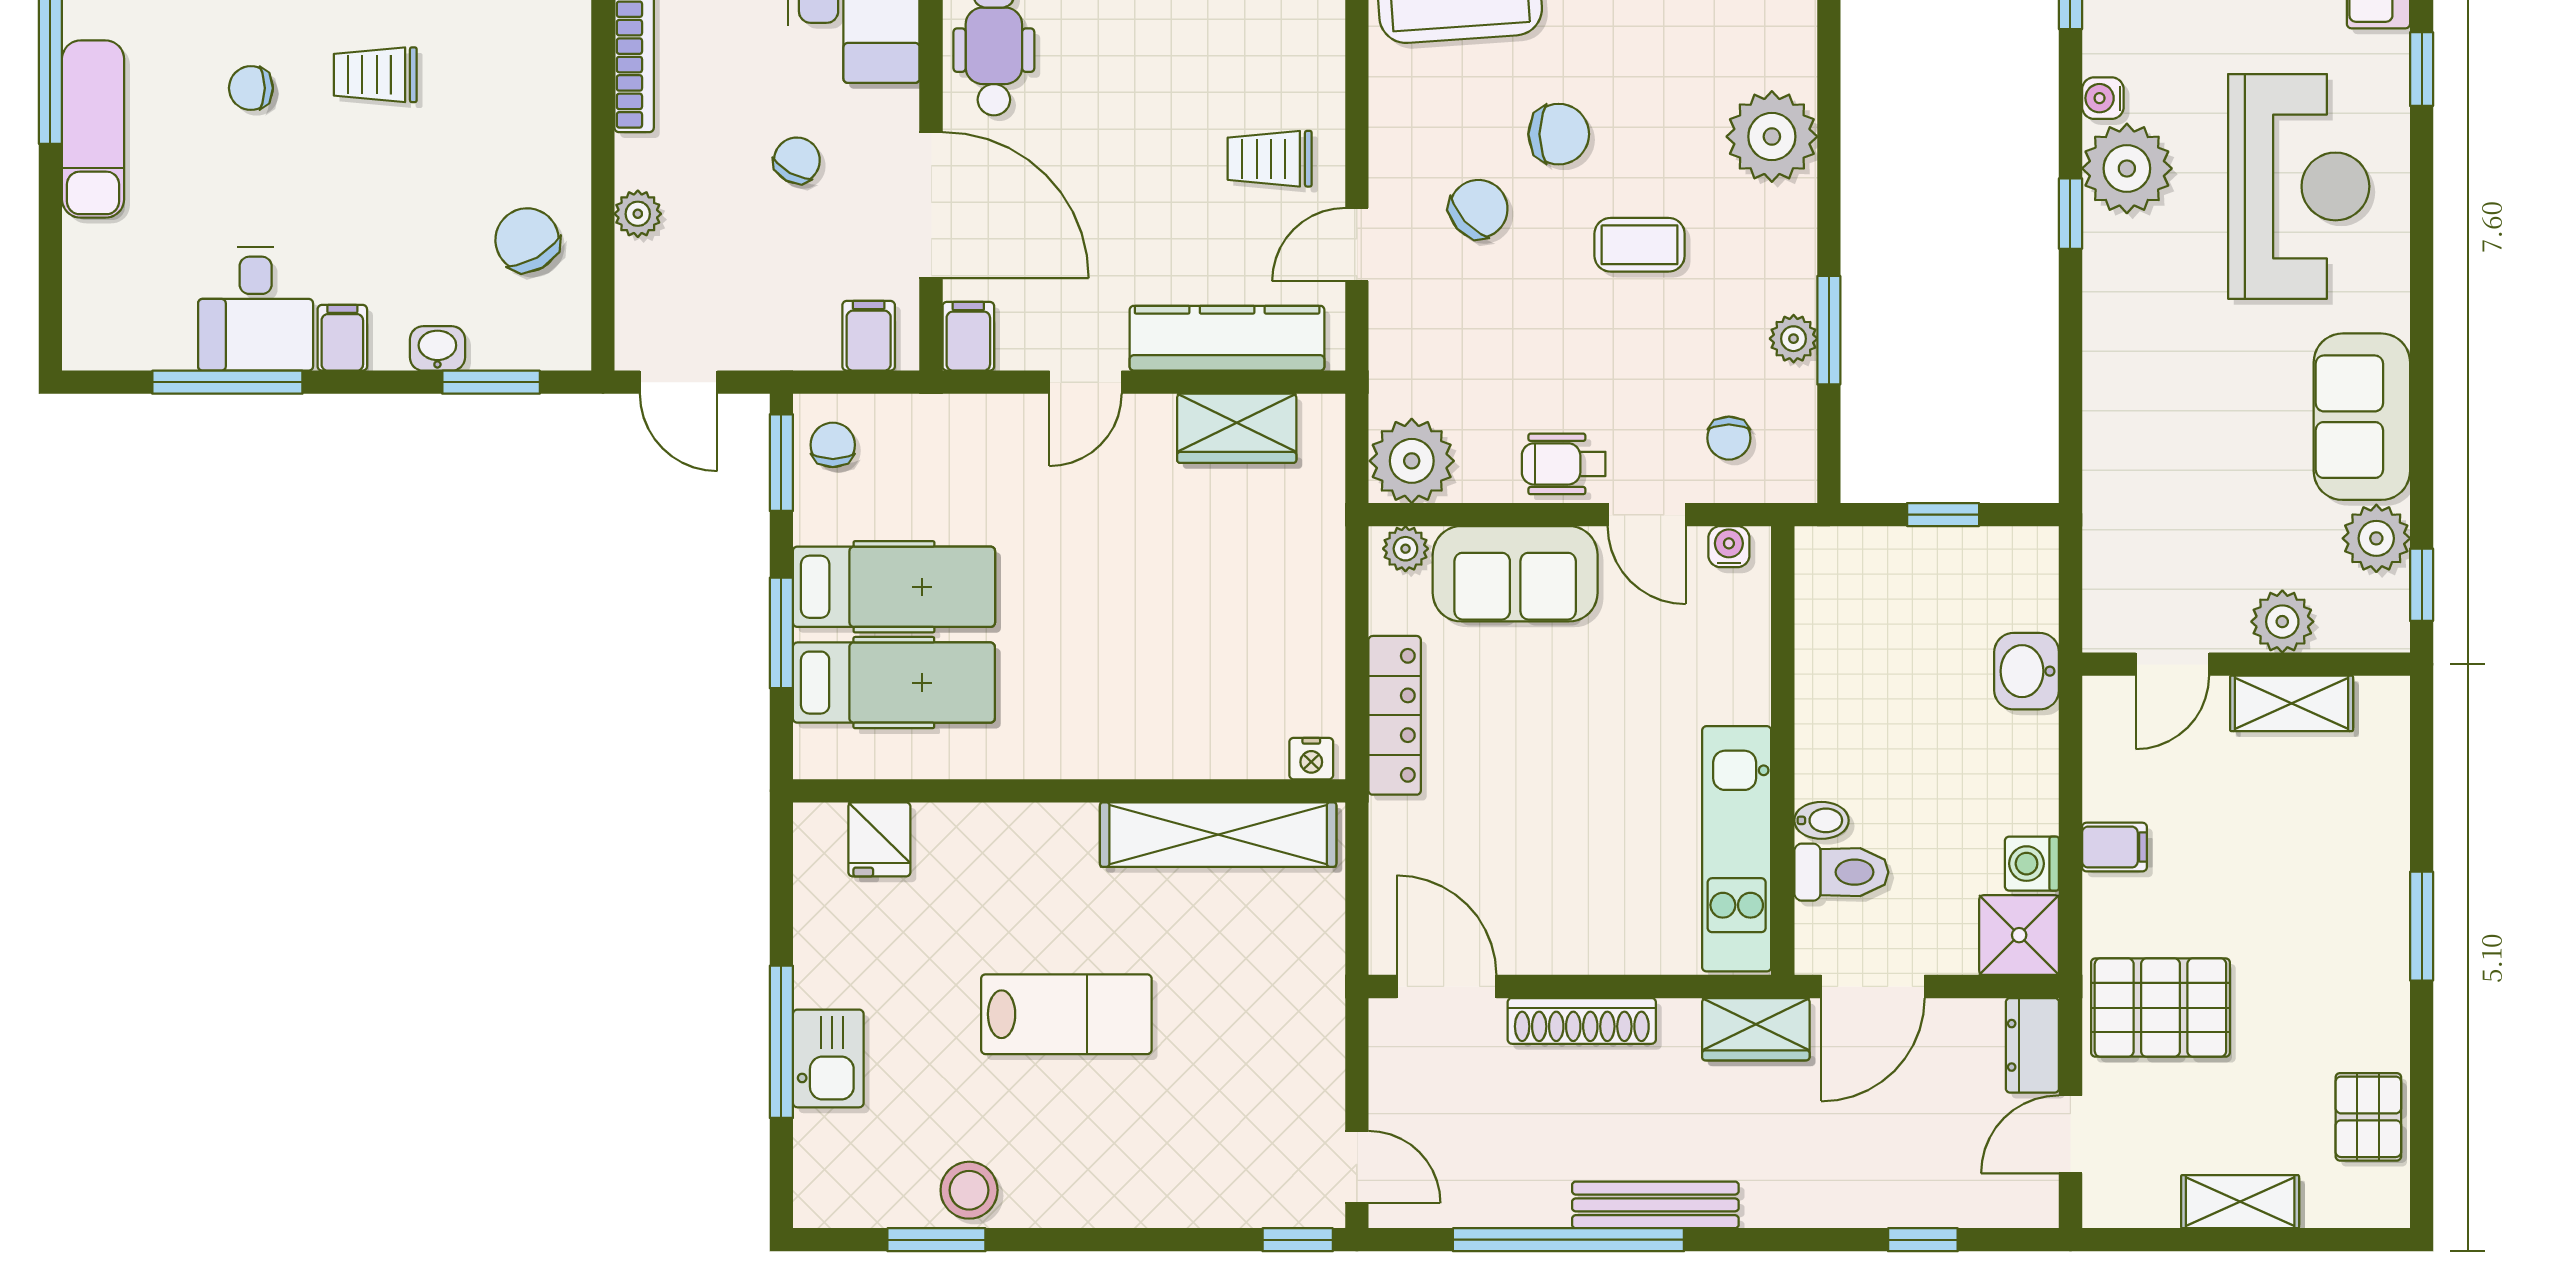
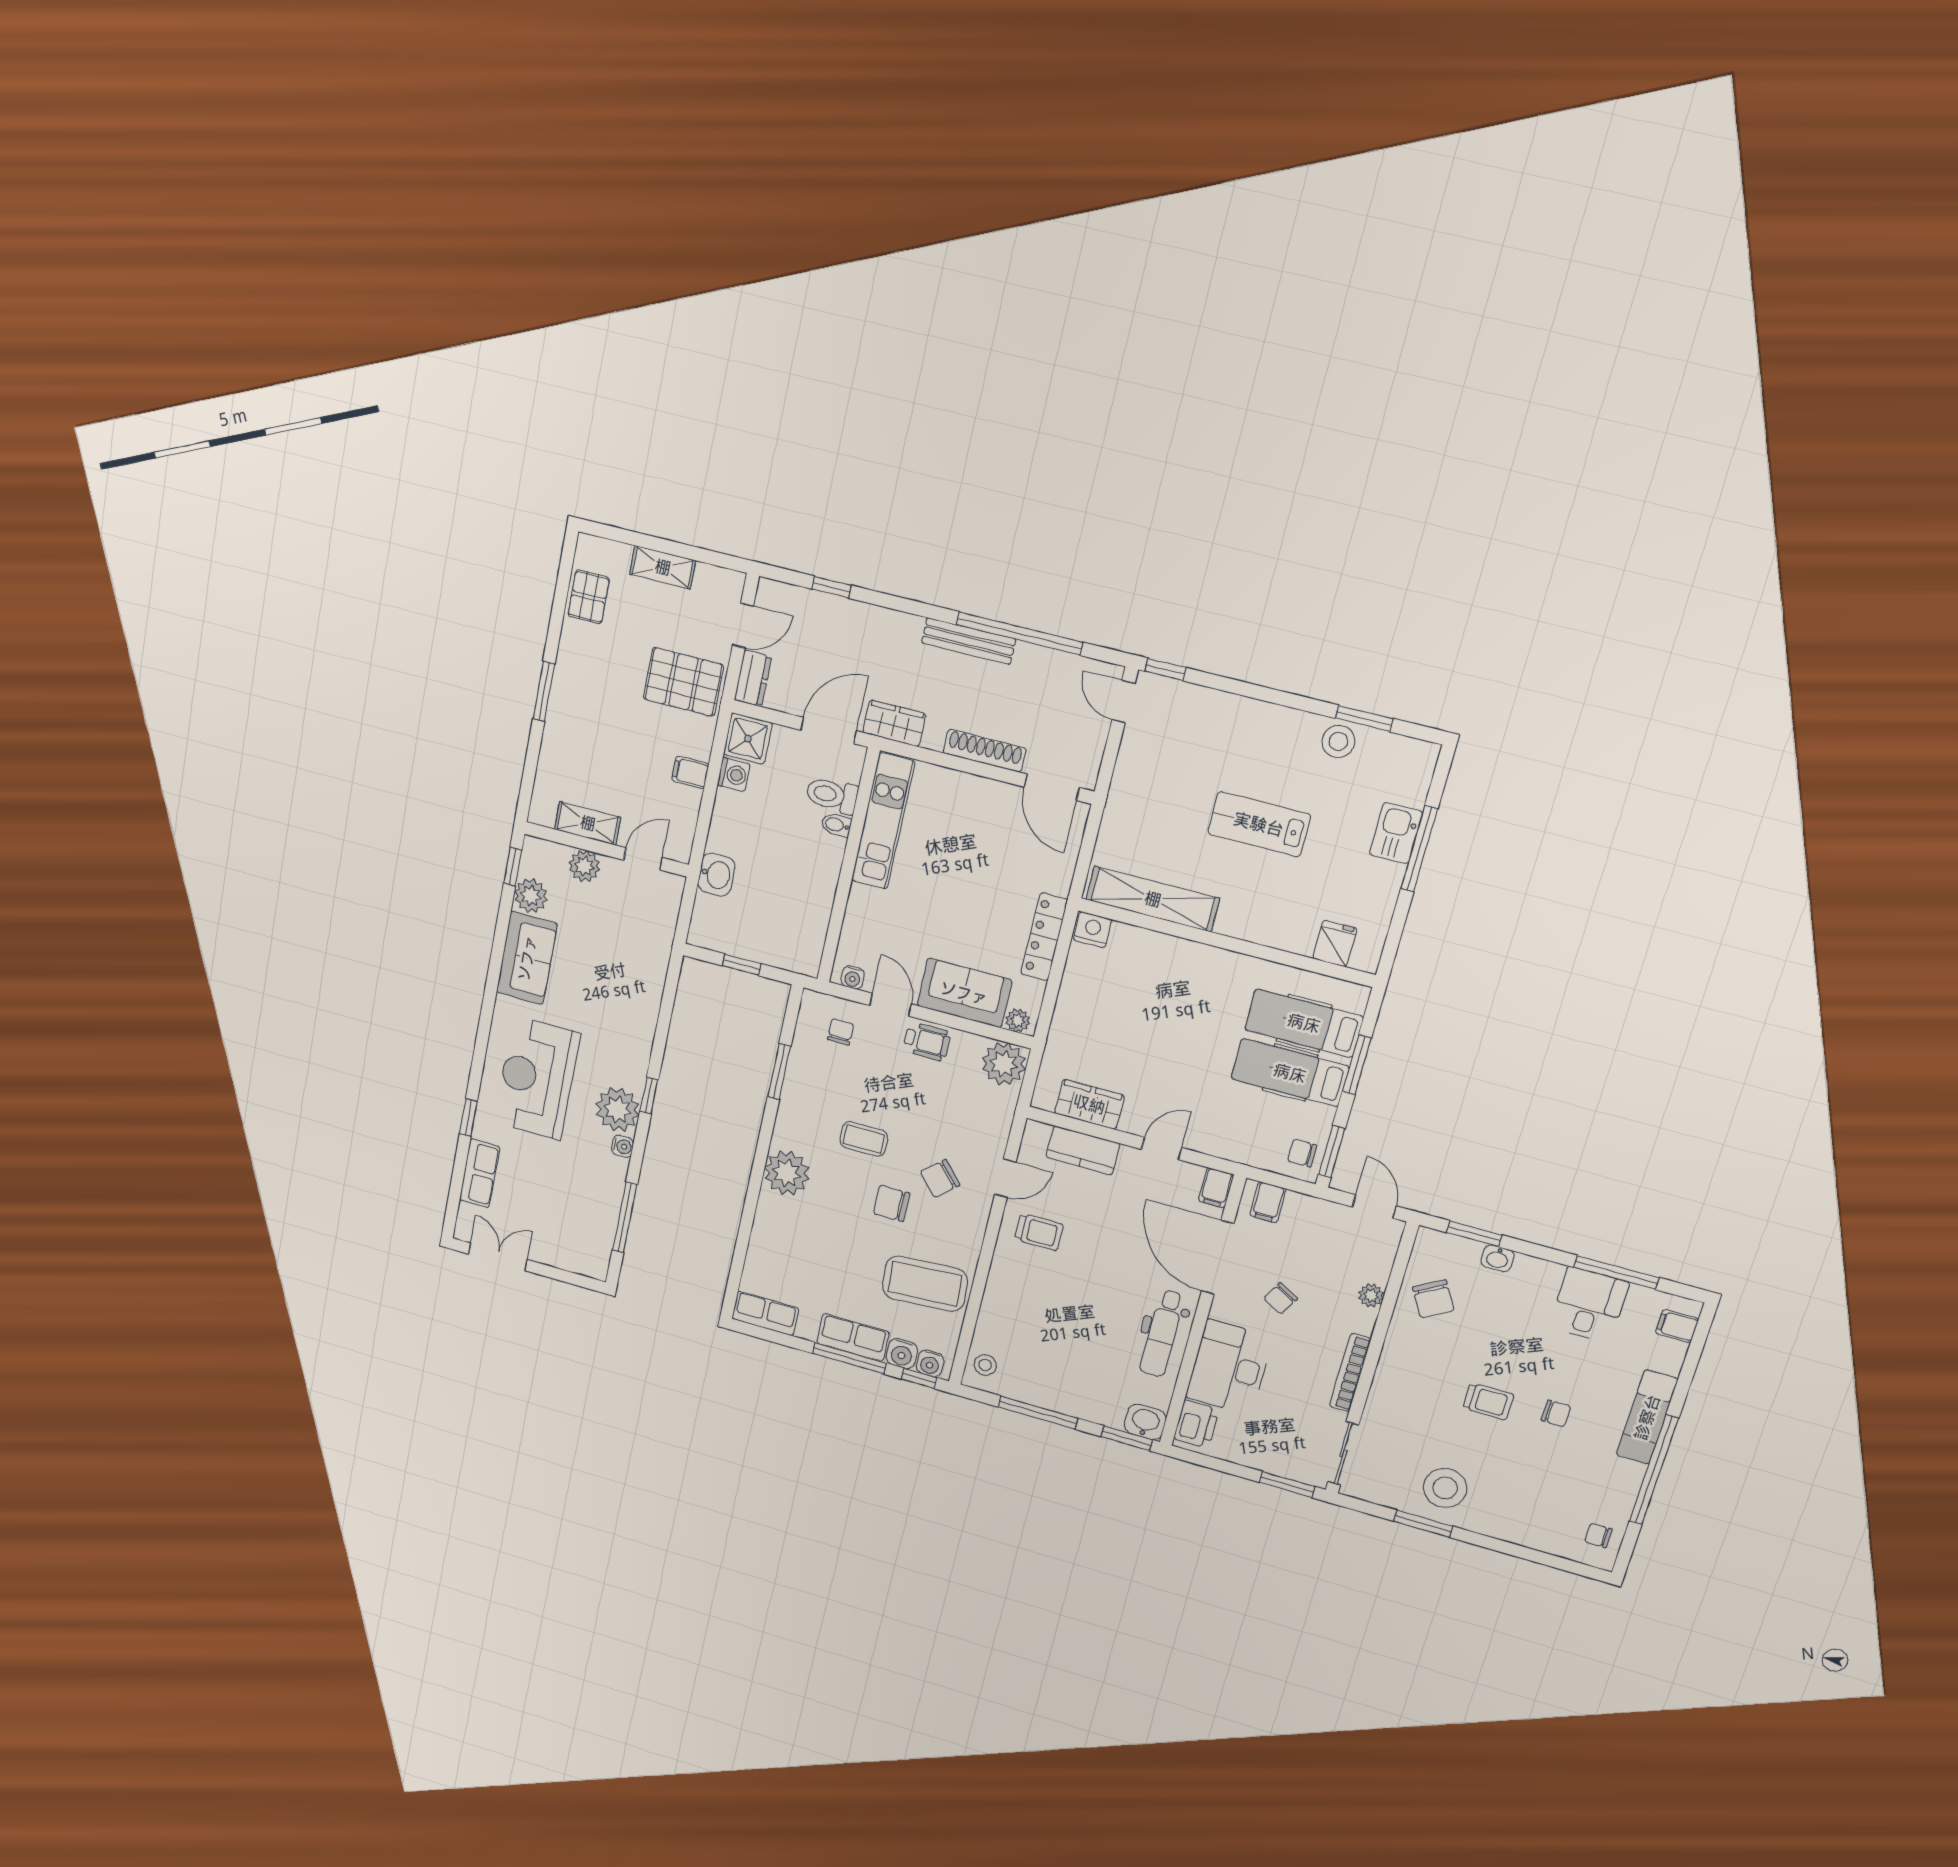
filing cabinet: (342, 338) -> (1677, 1326), moved, turned 90
kitchen counter: (1227, 338) -> (1083, 1150), width x0.67
plant: (1794, 339) -> (798, 1072), removed
chair: (833, 445) -> (1302, 1153), turned 90
nightstand: (1311, 759) -> (1092, 930), width x1.39, depth x1.35

